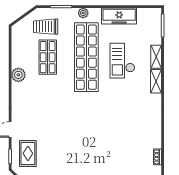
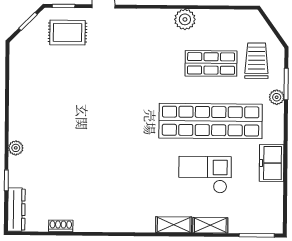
plant: (83, 13) -> (277, 97), moved
freezer: (119, 16) -> (272, 163), width x0.71

